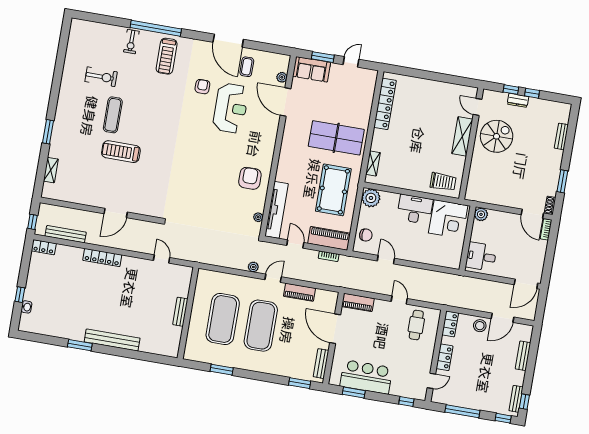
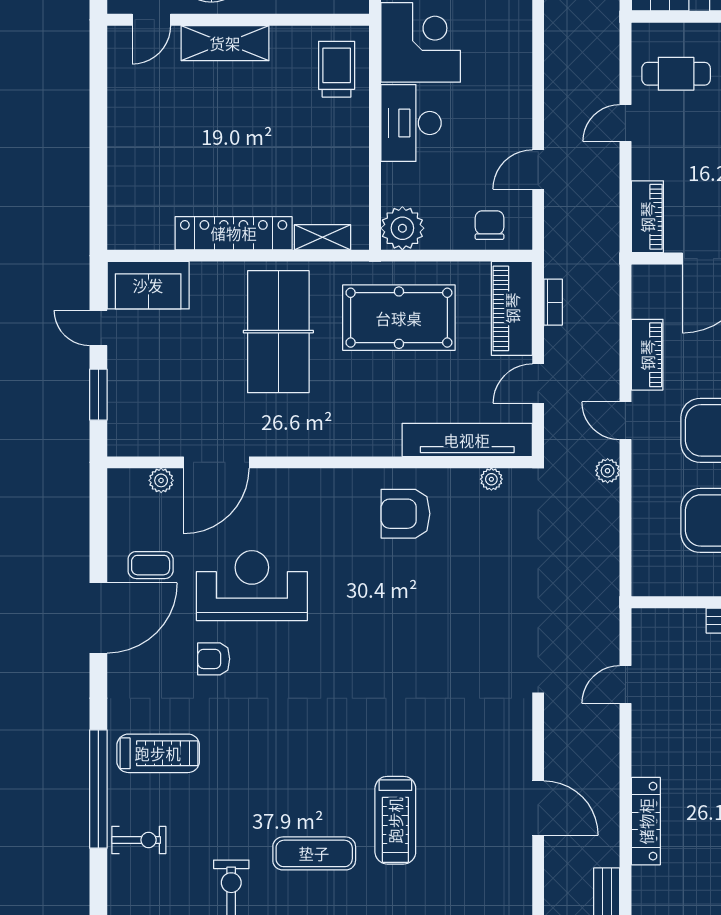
sofa: (312, 69) -> (148, 285), moved, turned 90
locker: (385, 104) -> (234, 233), moved

